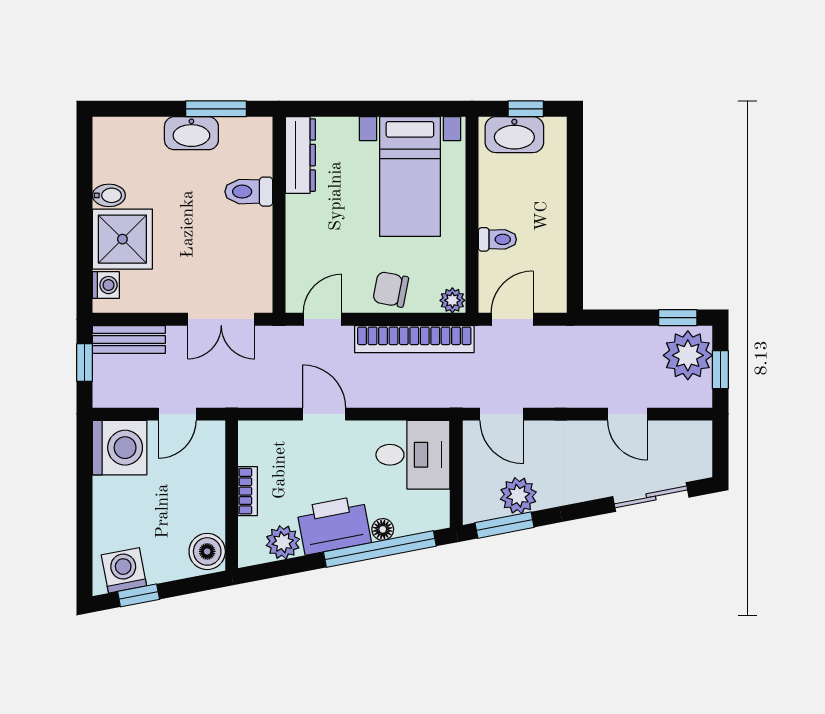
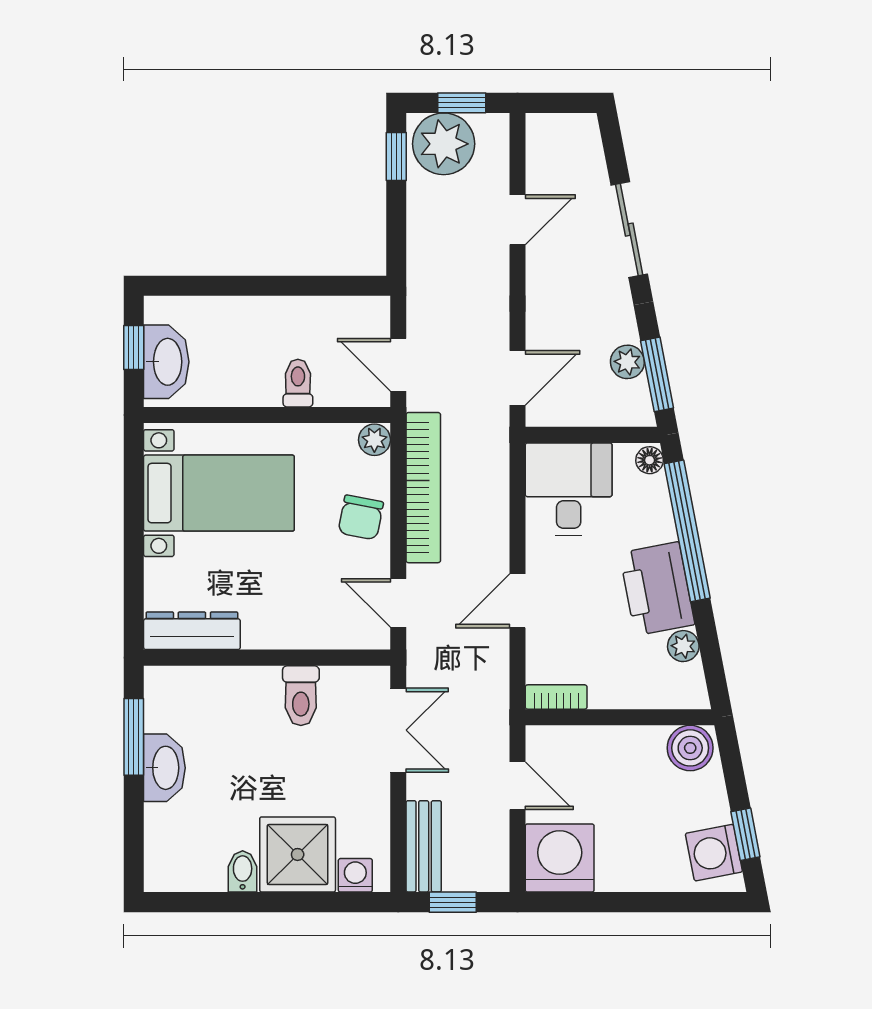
toilet: (249, 192) -> (301, 696), moved
bookcase: (248, 491) -> (556, 697), moved
plant: (518, 496) -> (627, 362), width x0.73, depth x0.73
sliding door: (651, 497) -> (629, 230), moved
floor lamp: (383, 529) -> (650, 460), moved
plant: (283, 542) -> (683, 646), width x0.73, depth x0.73

